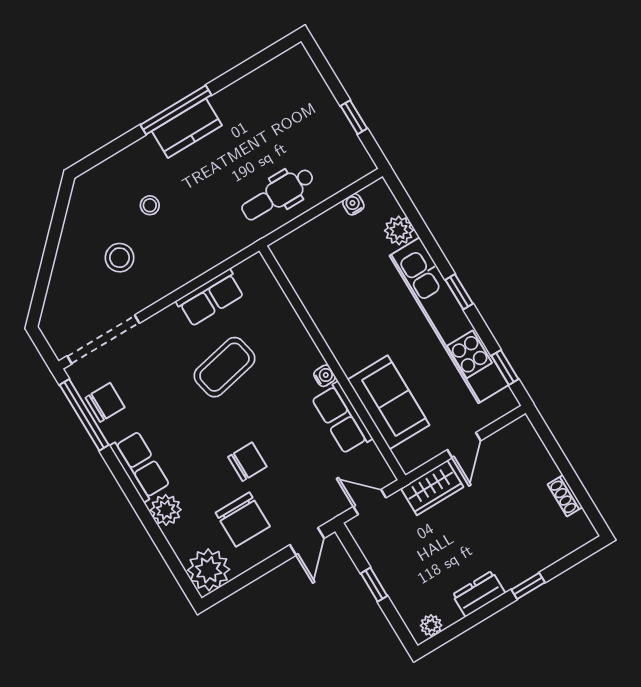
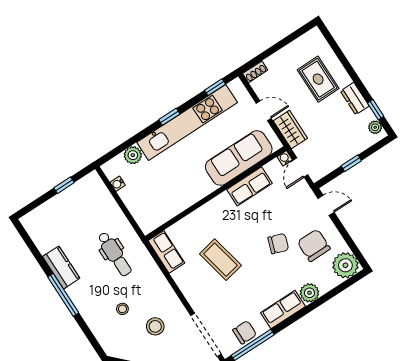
kitchen counter: (187, 128) -> (61, 267), moved
dental chair: (278, 194) -> (115, 254), moved
row of seats: (210, 298) -> (166, 252), moved
water cooler: (325, 376) -> (285, 158), moved
chair: (105, 402) -> (245, 332), turned 90
sofa: (388, 402) -> (239, 158), width x1.36
chair: (247, 462) -> (278, 244), turned 109
shoe rack: (565, 496) -> (255, 72), moved
chair: (243, 519) -> (314, 245), turned -90
rug: (512, 535) -> (318, 79), added
window: (528, 586) -> (376, 110), moved

